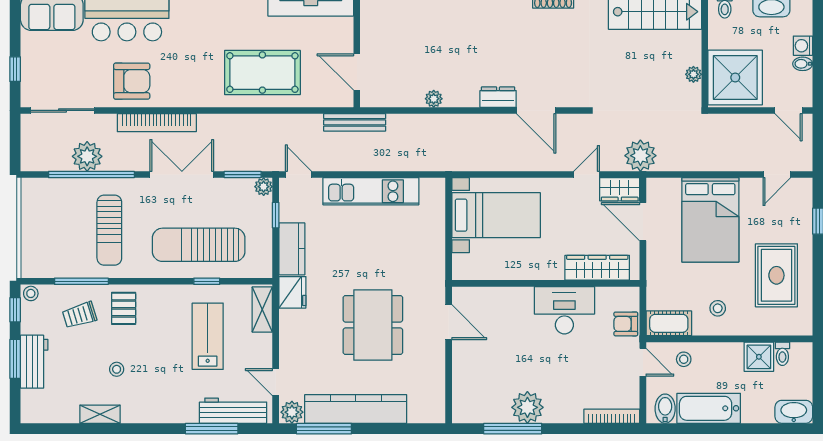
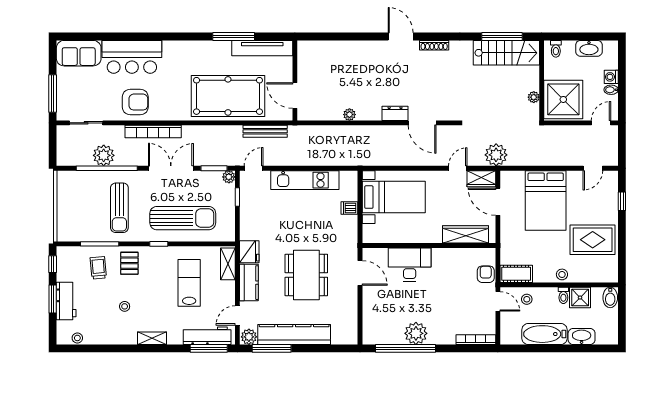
window: (15, 69) -> (53, 93), width x2.17
pool table: (262, 73) -> (228, 96), width x1.36, depth x1.32
sliding door: (62, 110) -> (86, 123), width x0.73
door: (789, 110) -> (601, 123), swing flipped
bench: (355, 122) -> (265, 131), moved
door: (299, 175) -> (254, 168), hinge flipped
dishwasher: (434, 231) -> (349, 208), added
sun lounger: (199, 245) -> (183, 218), turned 180
kitchen counter: (292, 249) -> (249, 283), moved
rug: (776, 275) -> (593, 240), turned 90
window: (207, 281) -> (159, 244), moved
stool: (31, 293) -> (77, 338), moved
stool: (718, 308) -> (562, 274), moved
desk: (564, 310) -> (410, 265), moved
trolley: (80, 315) -> (98, 268), turned 102
armchair: (626, 324) -> (486, 274), turned 90
toilet: (782, 354) -> (563, 295), moved
door: (276, 382) -> (237, 315), hinge flipped
bidet: (665, 409) -> (610, 297), moved, turned 180
washbasin: (794, 412) -> (582, 337), moved
shelving: (100, 414) -> (152, 338), moved
window: (212, 429) -> (209, 348), moved
window: (513, 429) -> (405, 348), width x1.46

